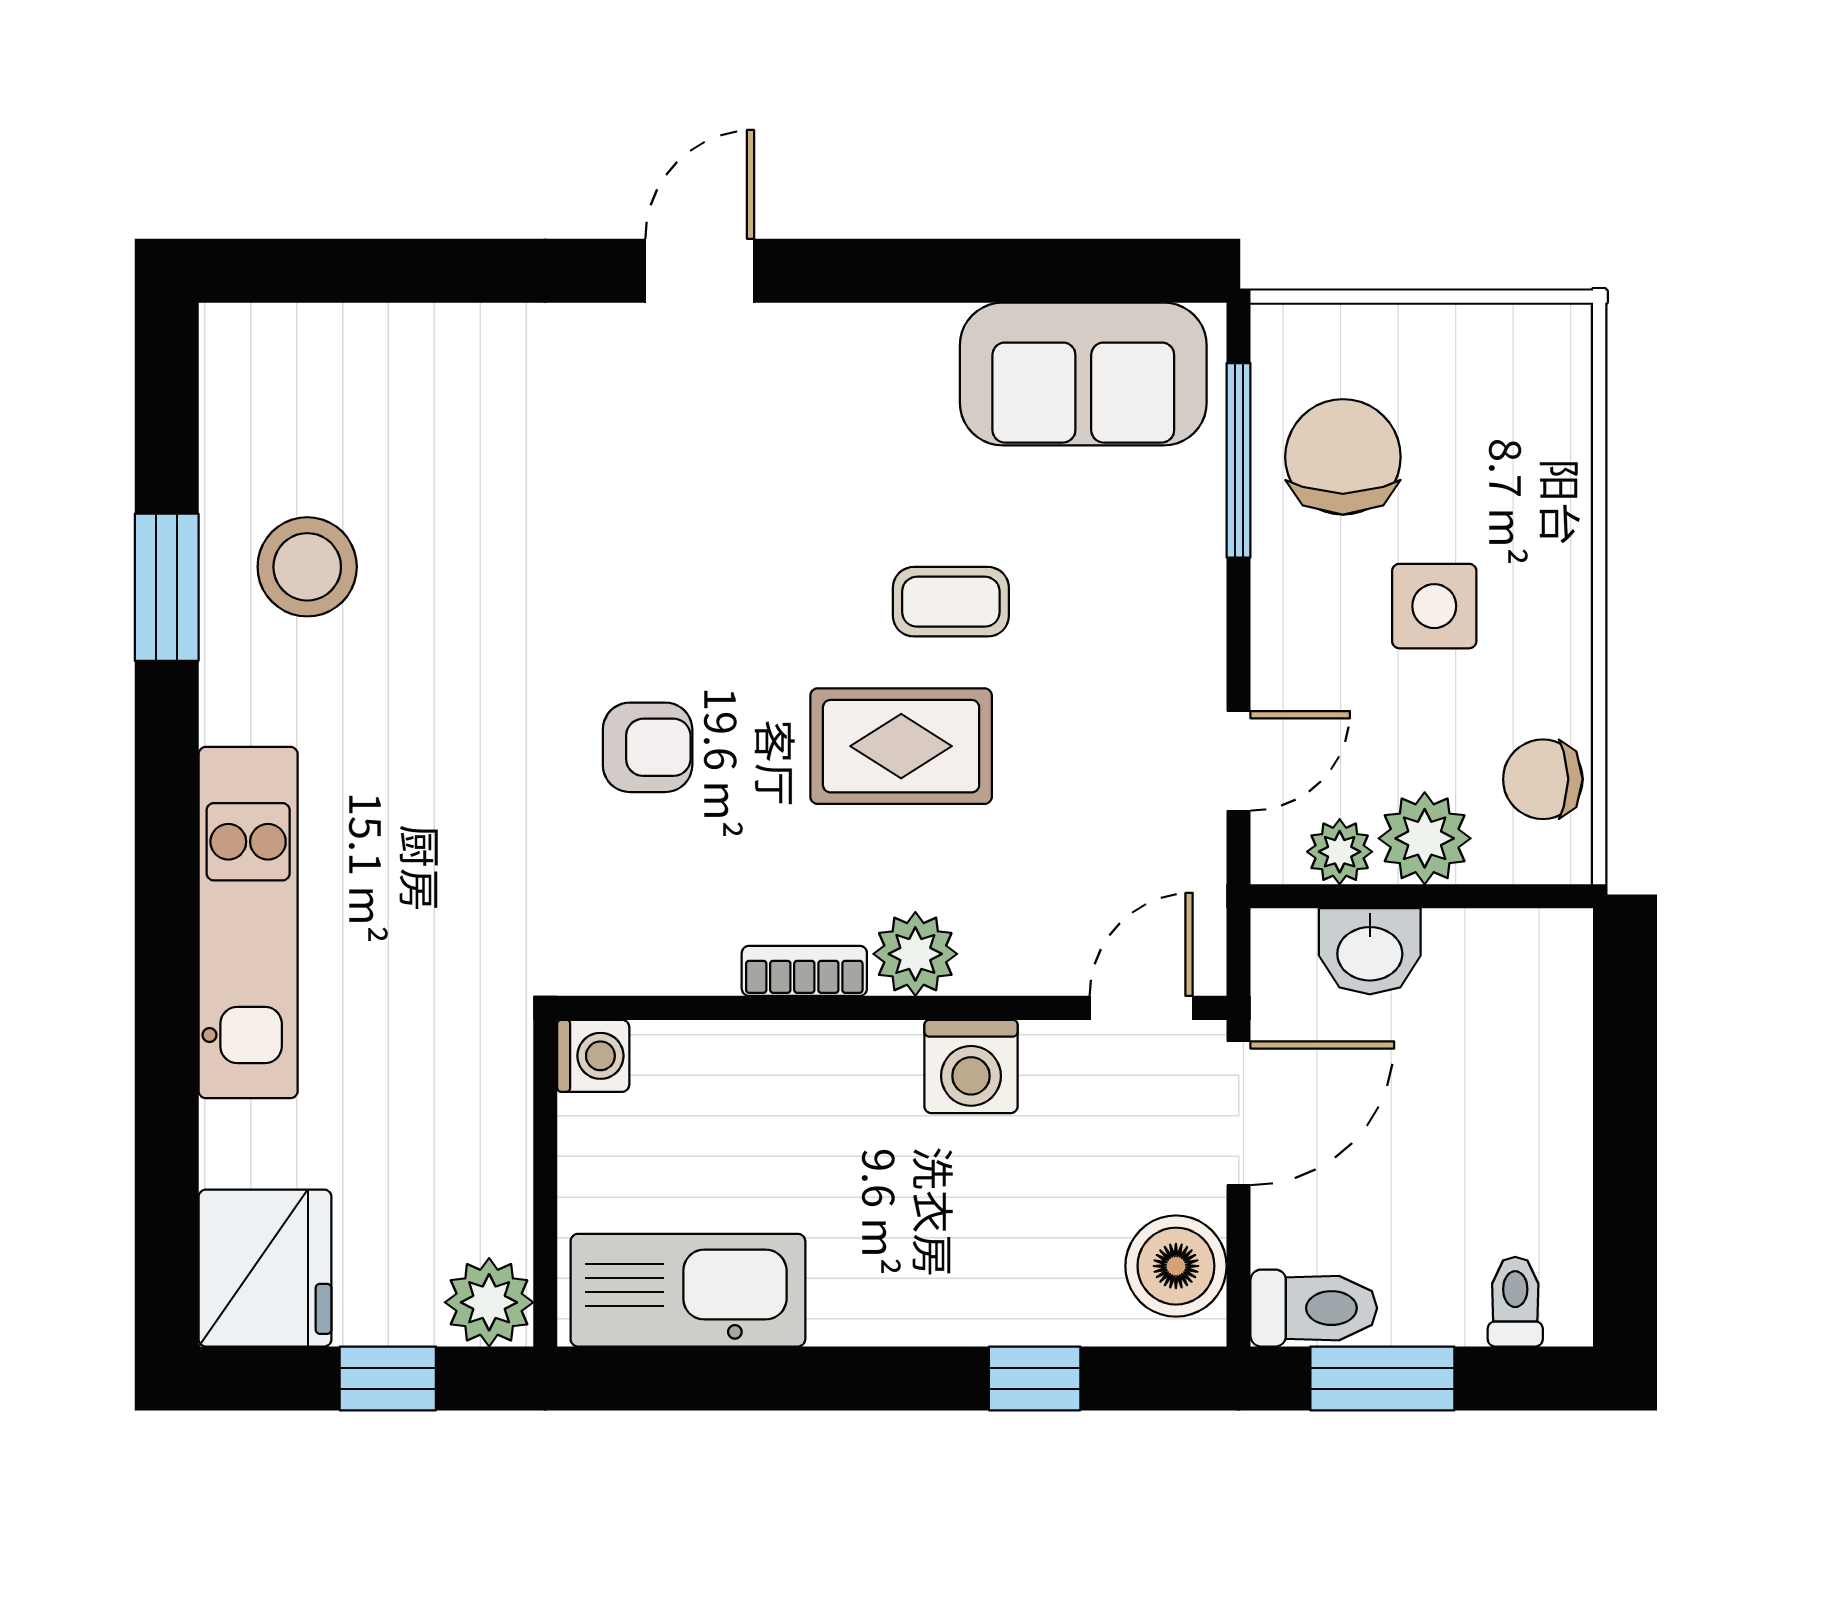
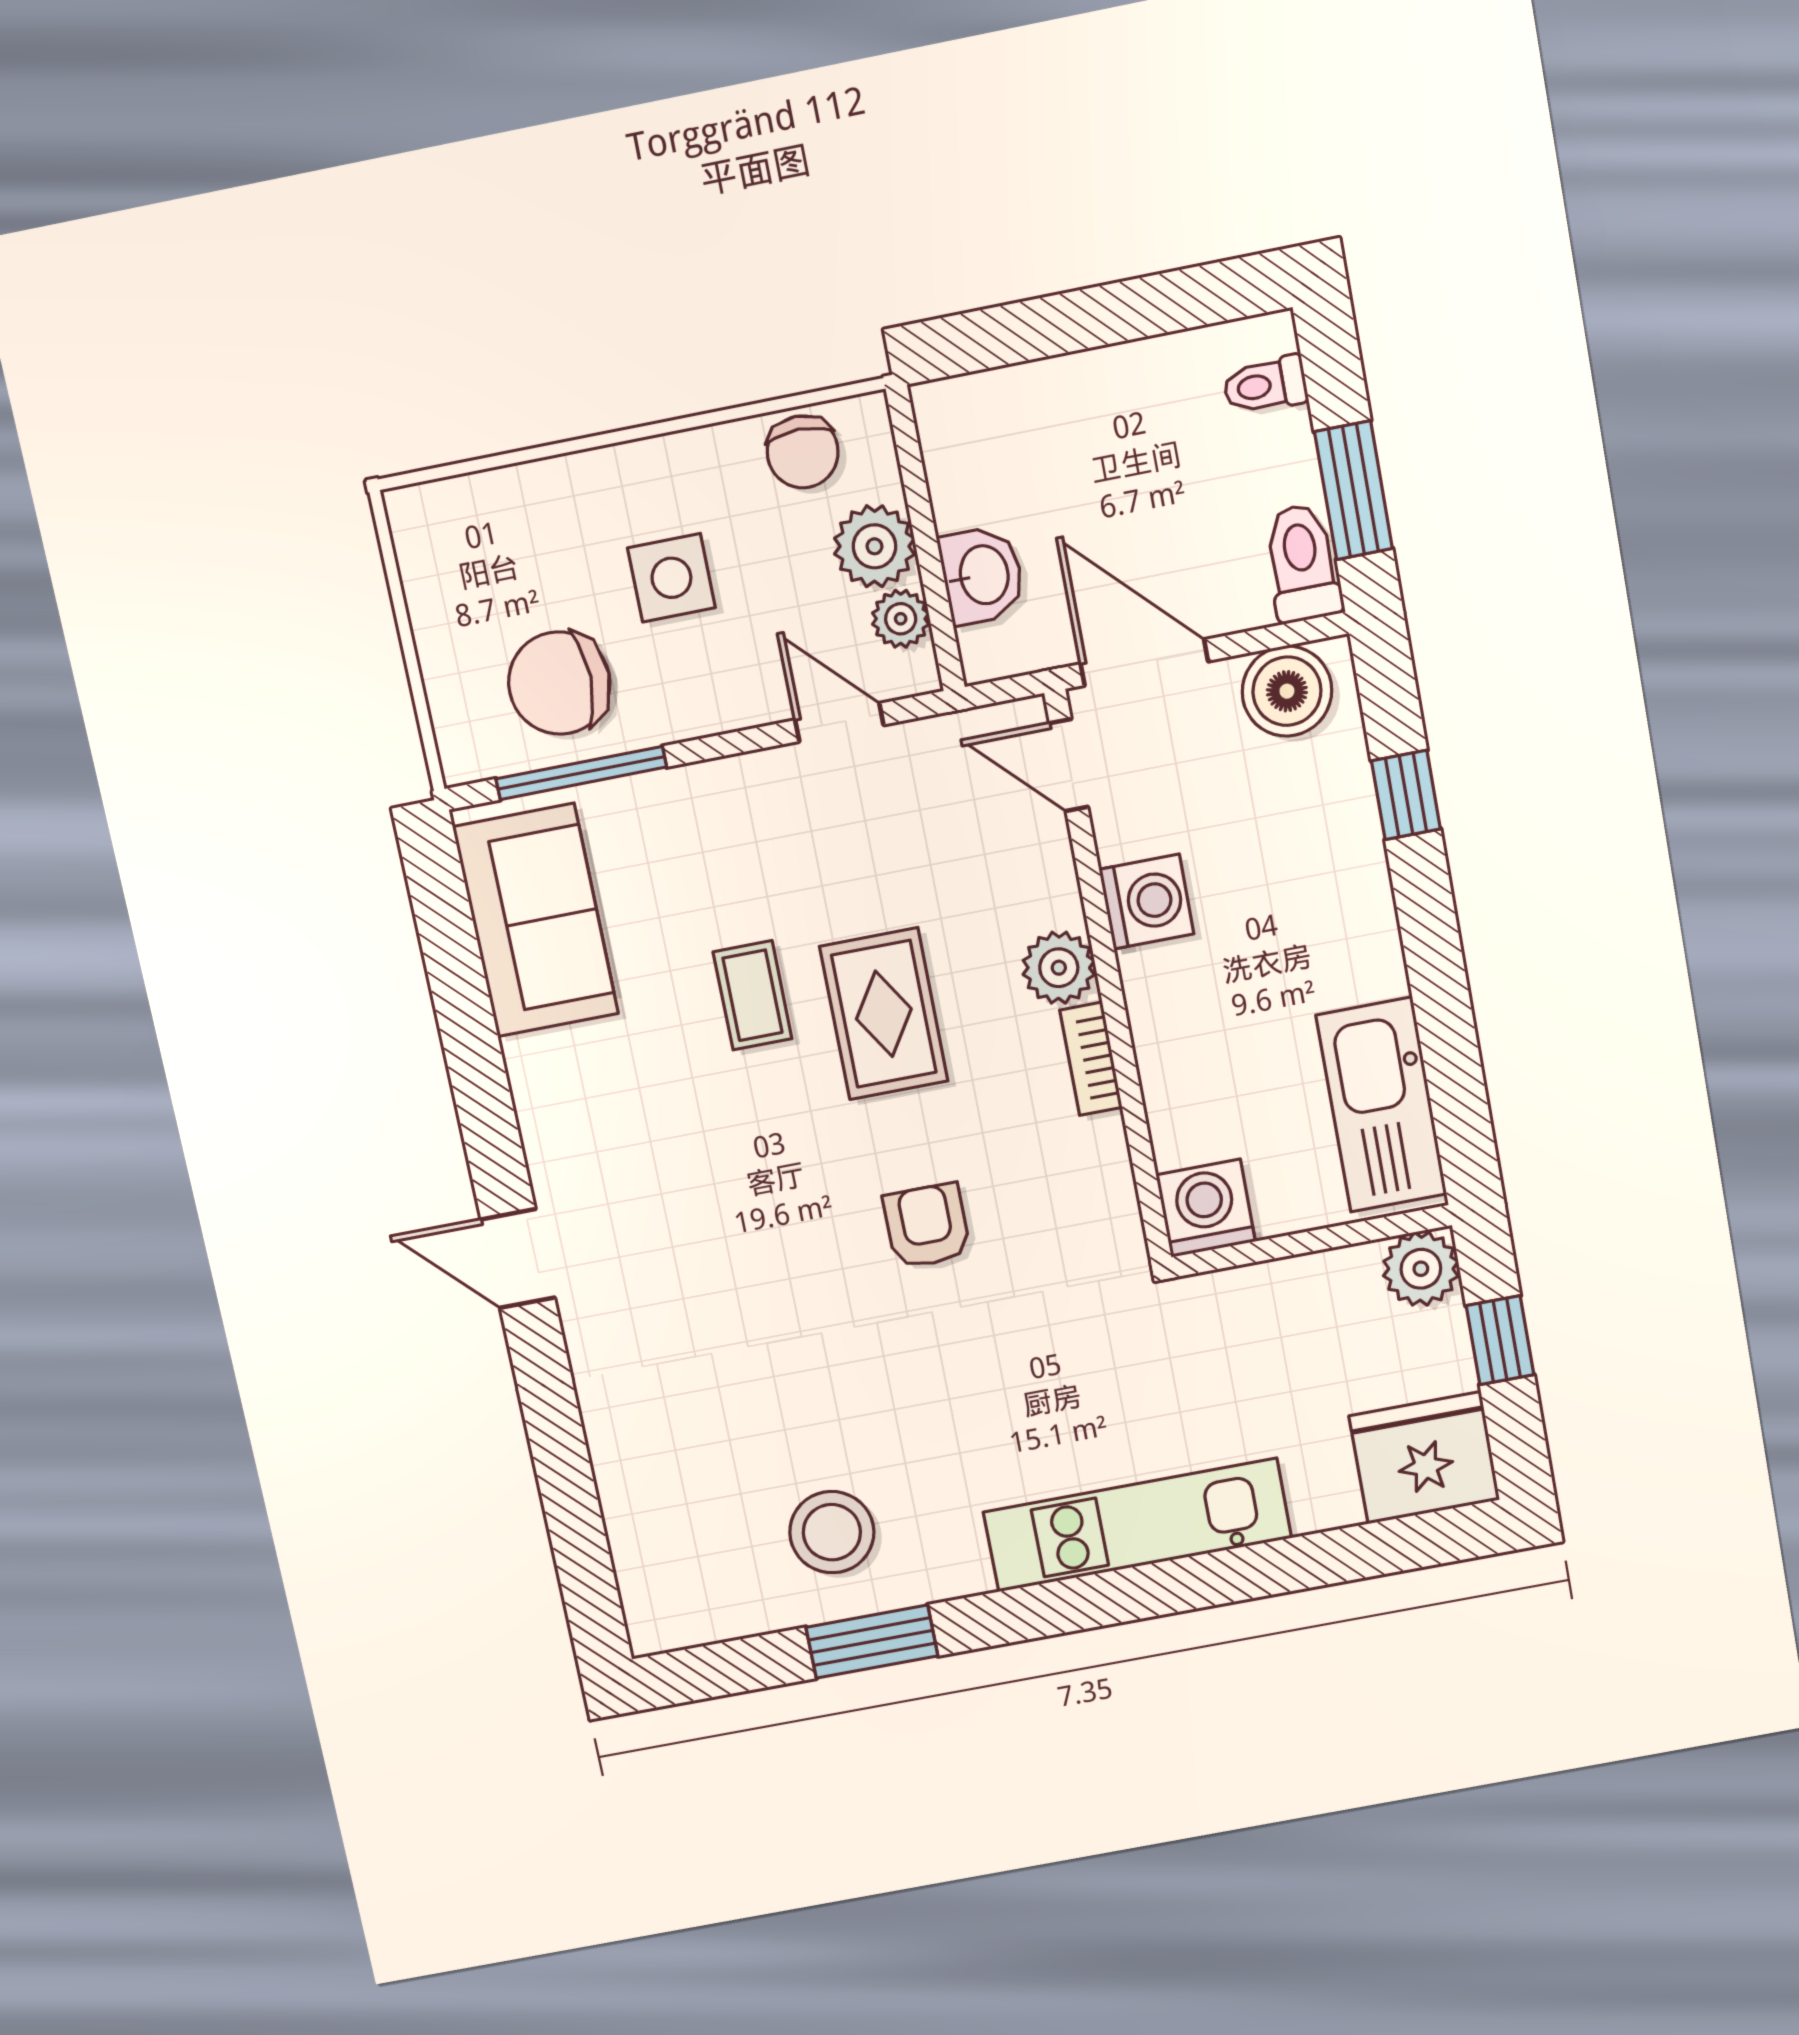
washing machine: (593, 1056) -> (1206, 1208), width x1.38, depth x1.38

